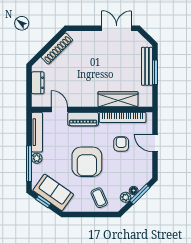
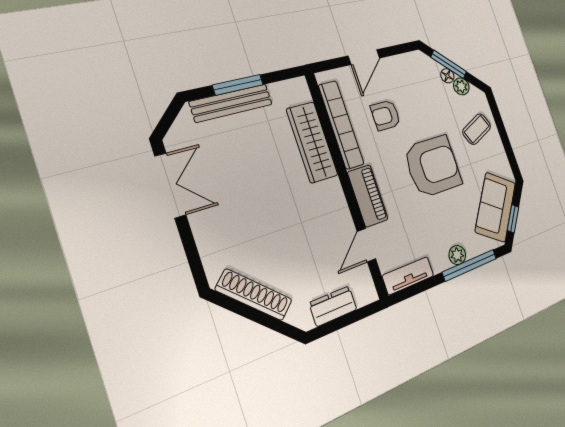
double door: (117, 28) -> (170, 185), swing flipped
tv unit: (37, 132) -> (408, 276), width x0.71

